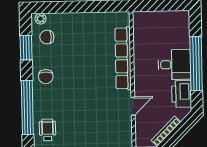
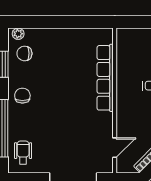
chair: (46, 77) -> (22, 96), turned 180
door: (133, 106) -> (115, 148), moved

